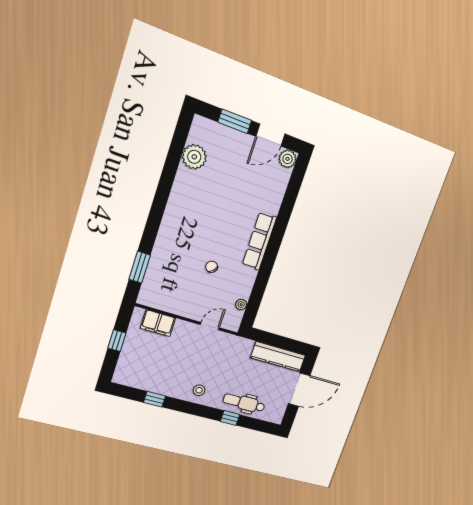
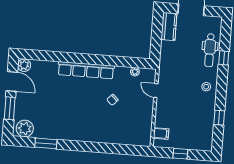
plant: (194, 157) -> (25, 129), moved
row of seats: (259, 241) -> (86, 70), width x1.36
window: (140, 267) -> (46, 143), moved
filing cabinet: (158, 323) -> (161, 134), width x0.50
kitchen counter: (278, 357) -> (169, 27), width x0.67

